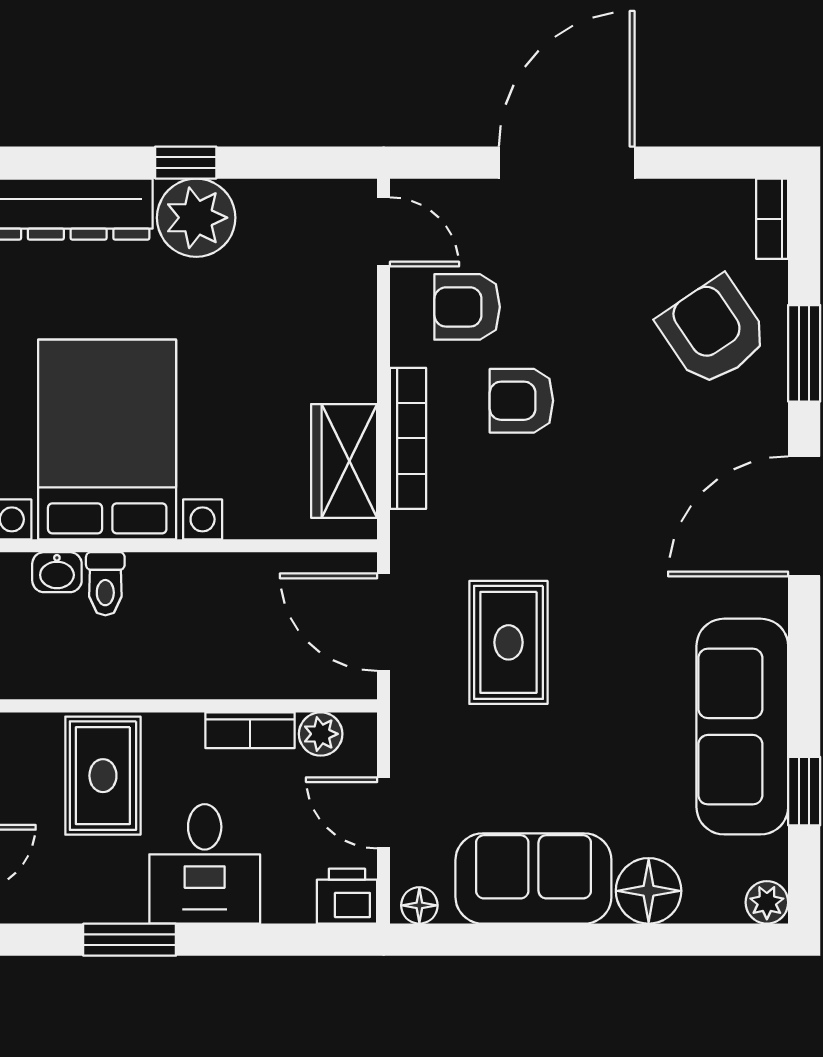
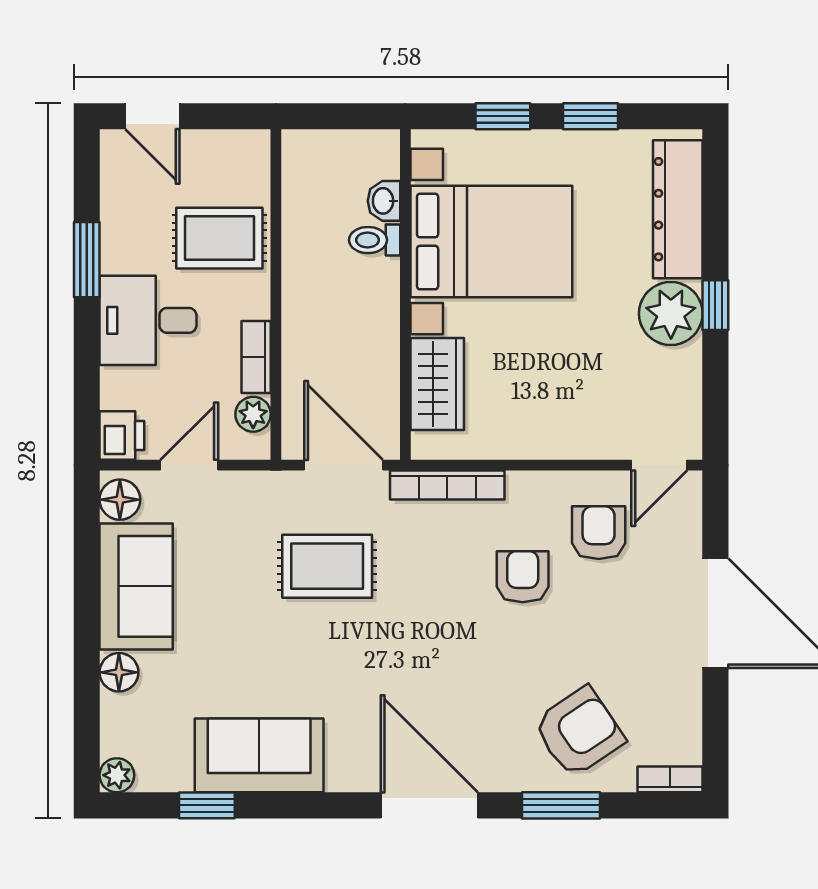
bookcase: (408, 438) -> (447, 485), moved
wardrobe: (344, 461) -> (437, 384), moved, turned 90
door: (384, 622) -> (344, 465), hinge flipped
sofa: (742, 727) -> (259, 755), width x0.73
floor lamp: (649, 891) -> (119, 672), width x0.73, depth x0.73
floor lamp: (419, 905) -> (120, 500), width x1.37, depth x1.37

